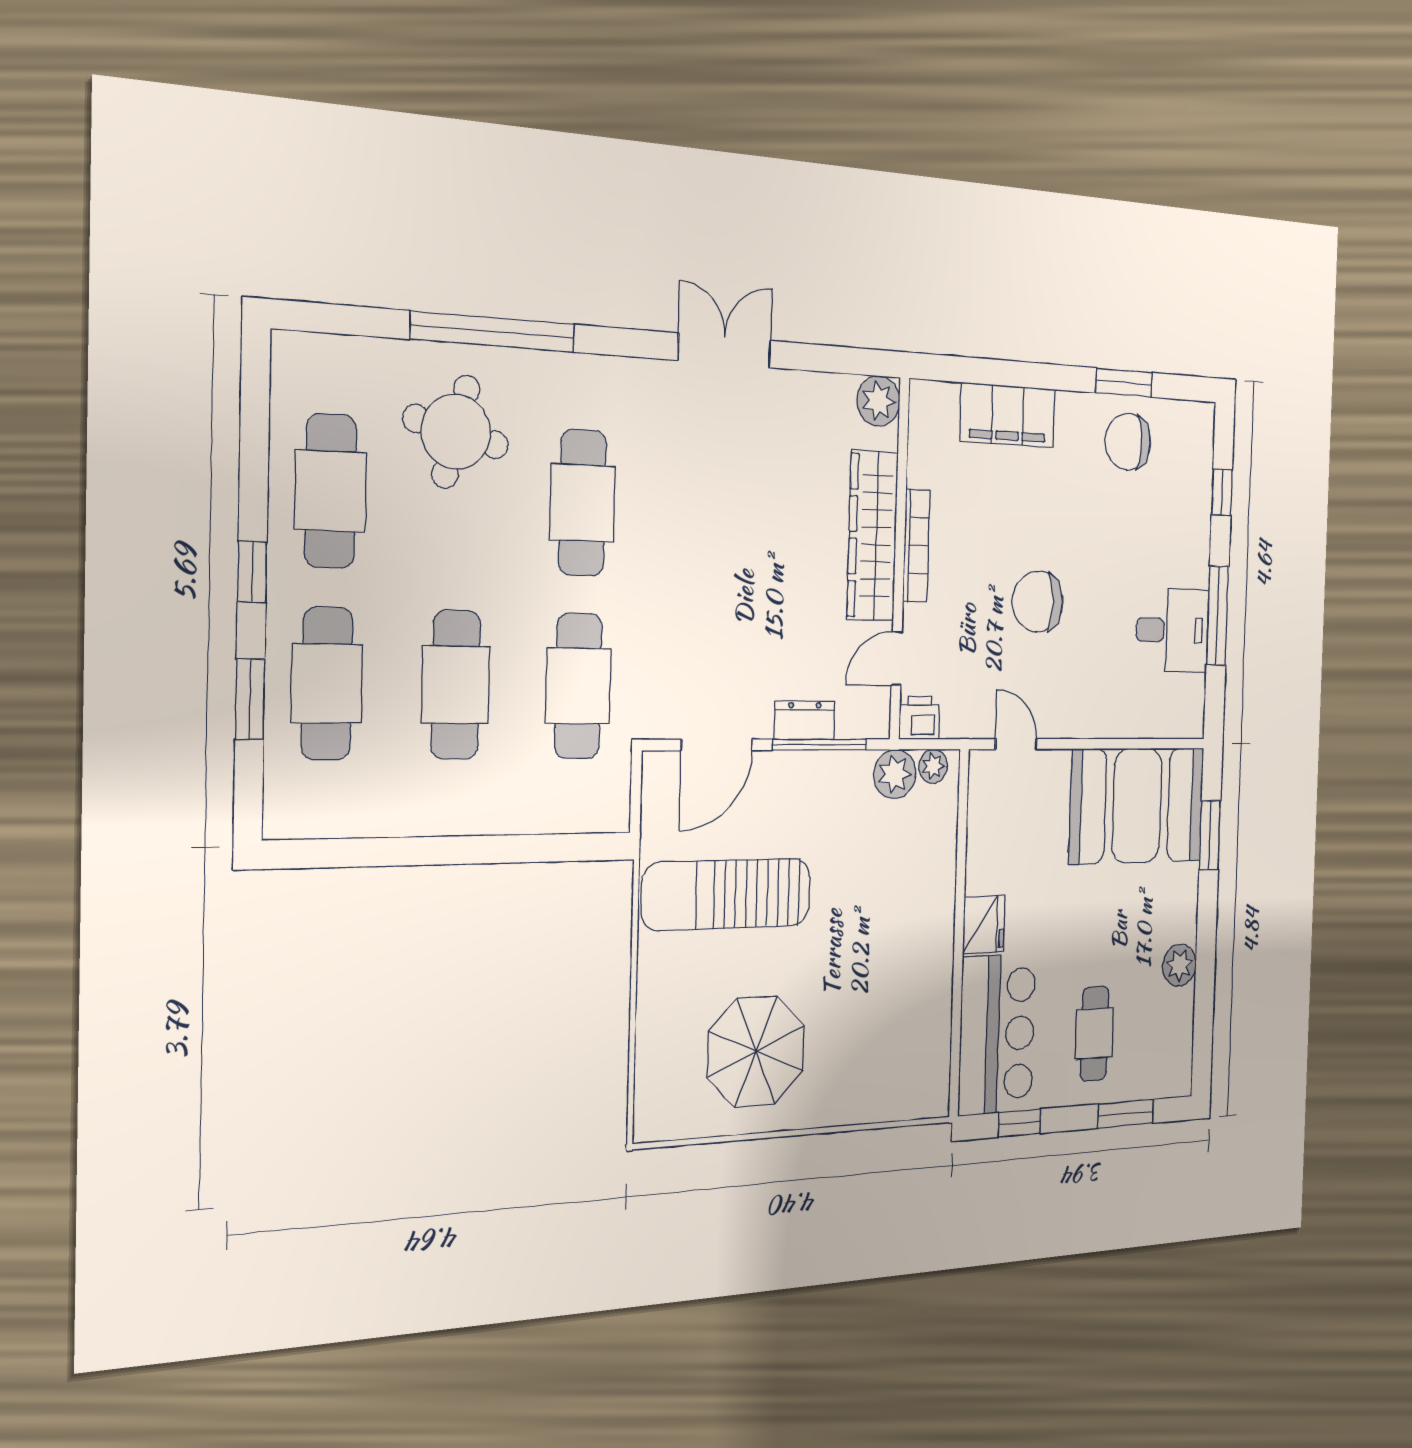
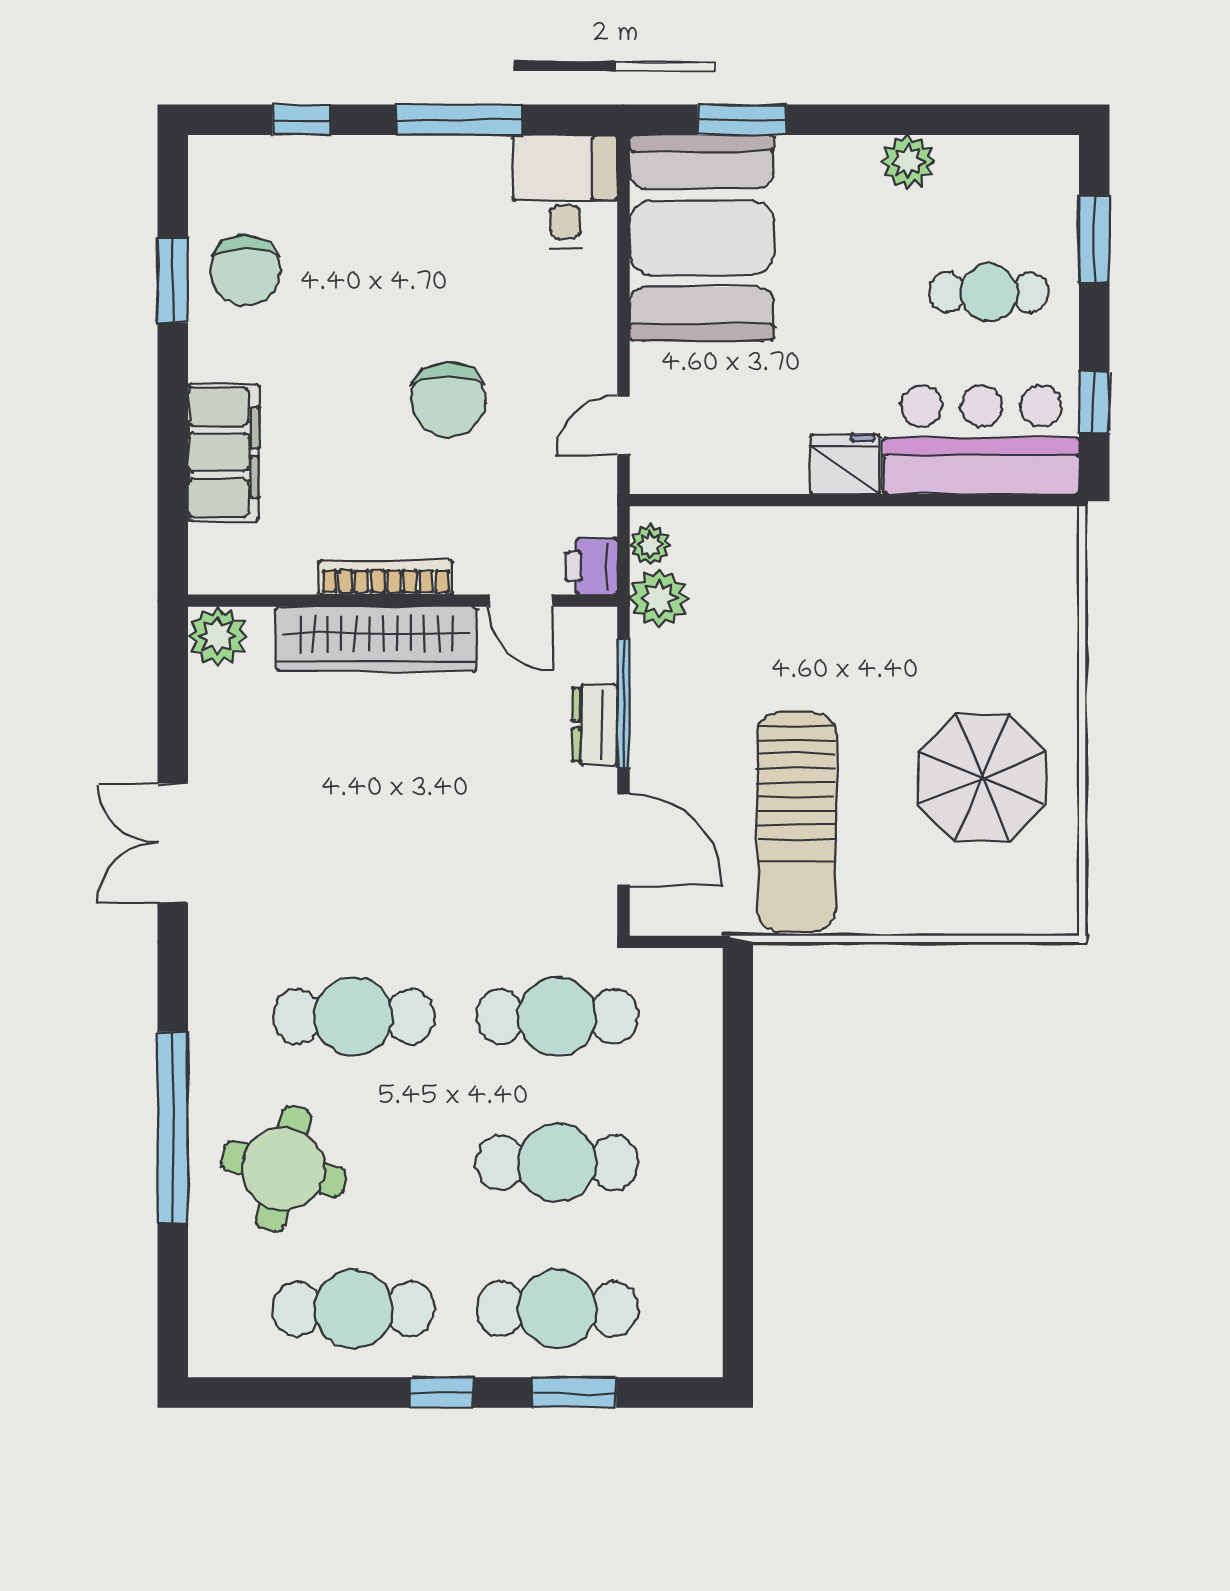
desk: (1172, 630) -> (565, 191), moved

